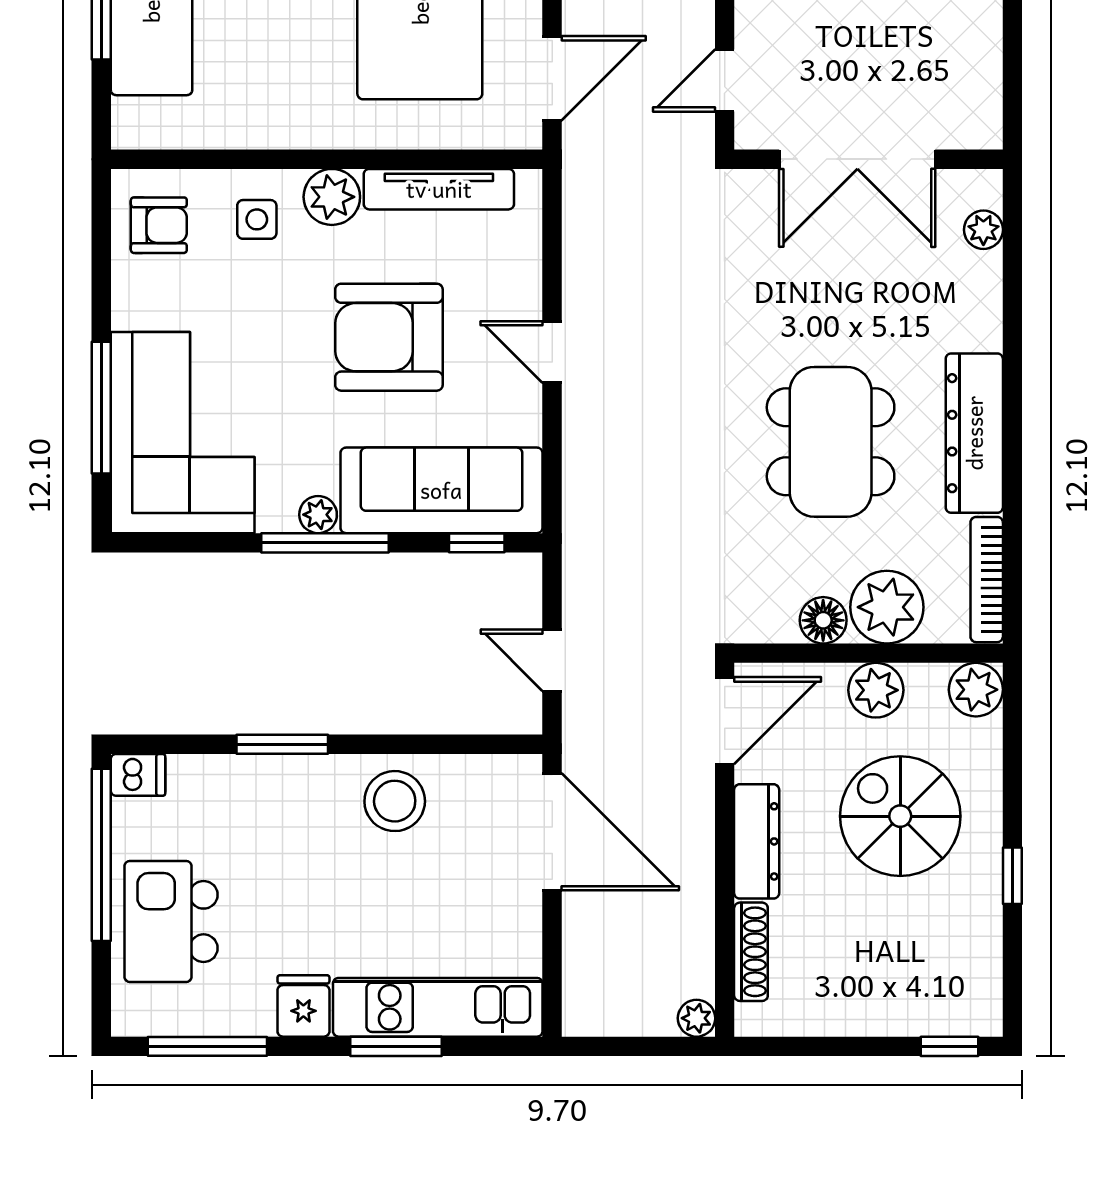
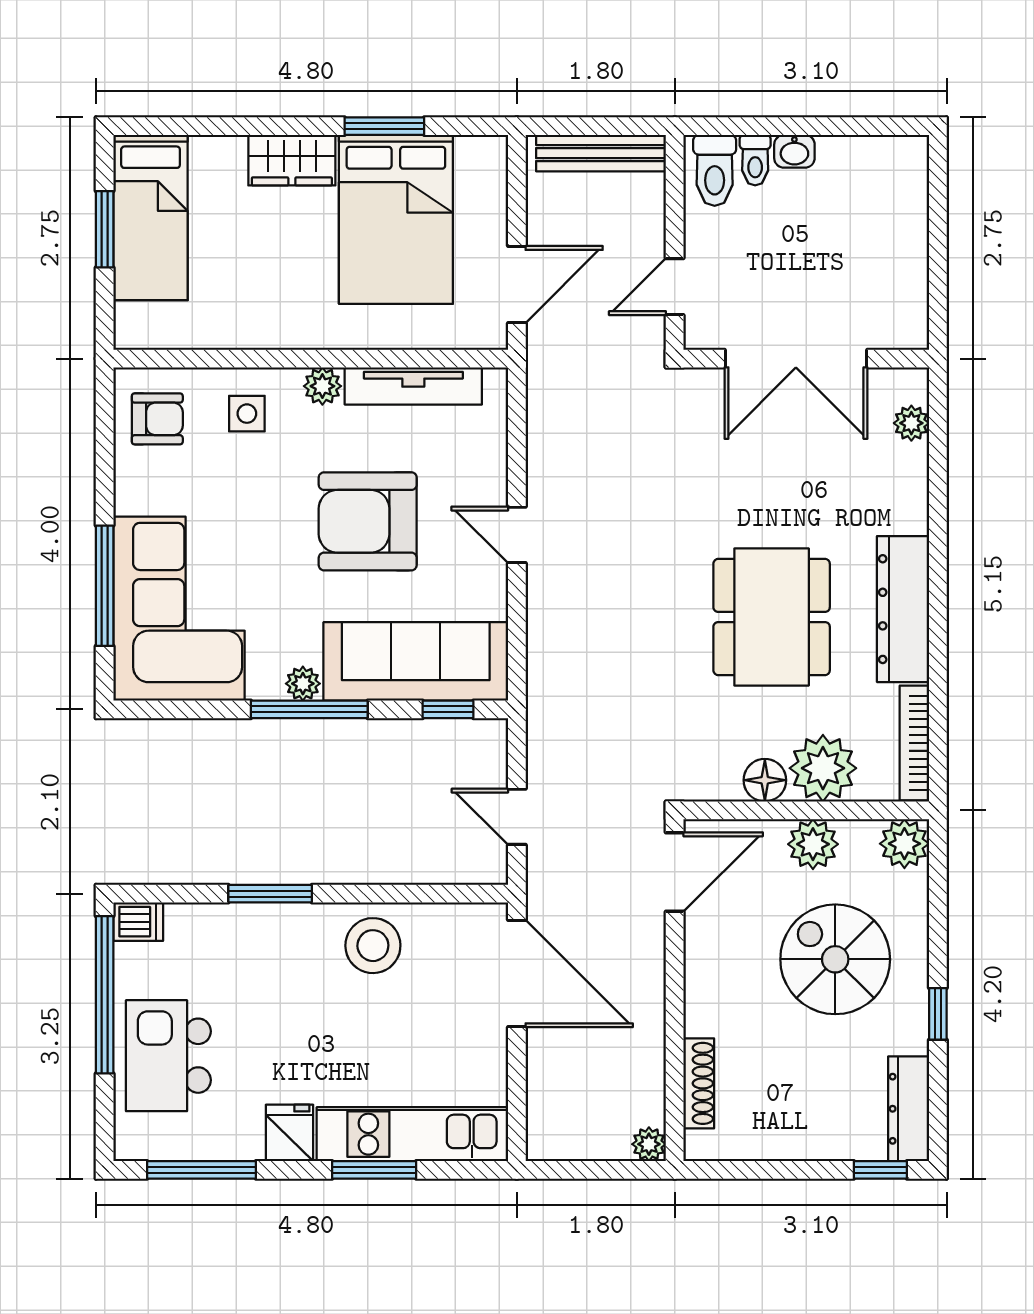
plant: (332, 197) -> (322, 386), width x0.73, depth x0.73
dresser: (757, 841) -> (909, 1109), moved, turned 180

